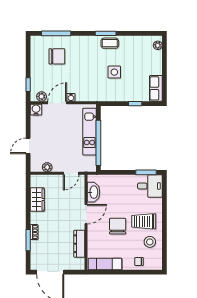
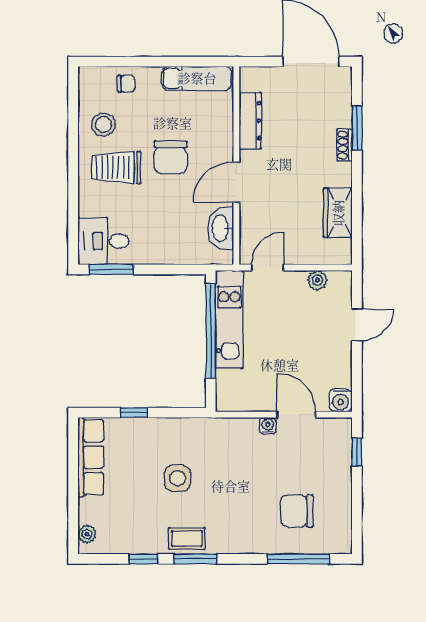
window: (131, 33) -> (143, 559), added
row of seats: (156, 88) -> (91, 457), width x1.48
plant: (42, 96) -> (329, 427), removed
door: (57, 103) -> (296, 415), swing flipped
kitchen unit: (89, 132) -> (229, 319), moved
trolley: (144, 221) -> (116, 167), turned 180

